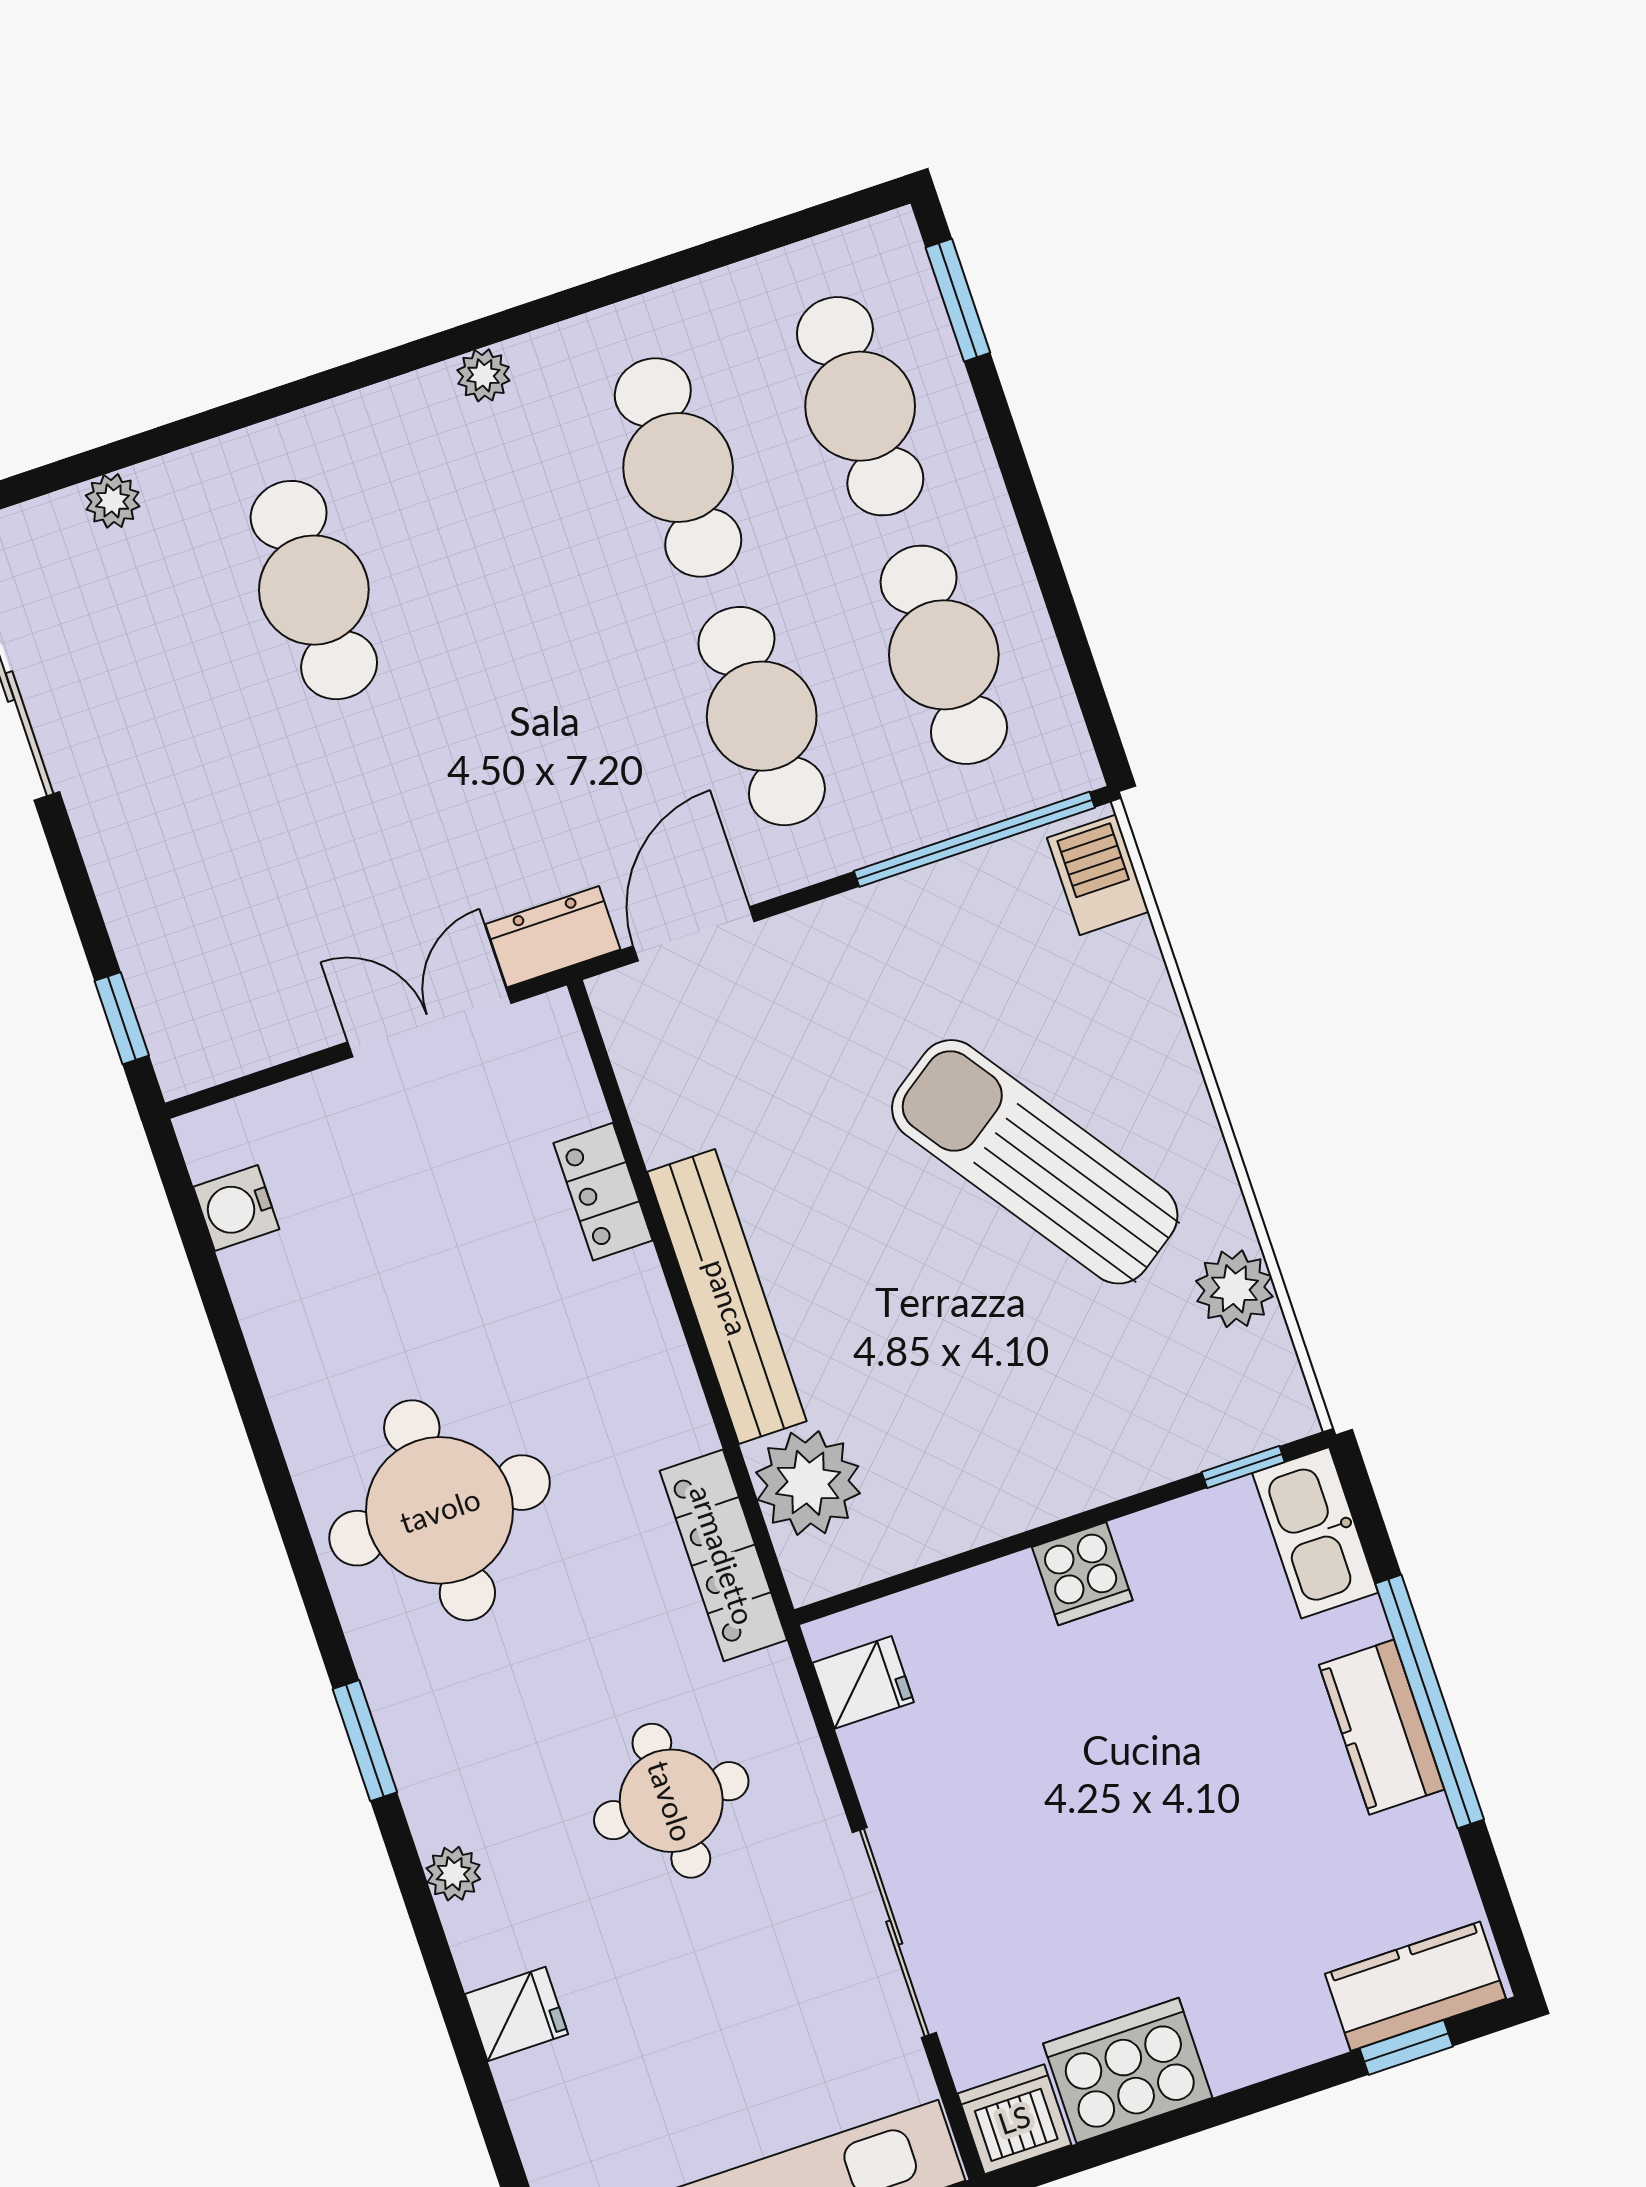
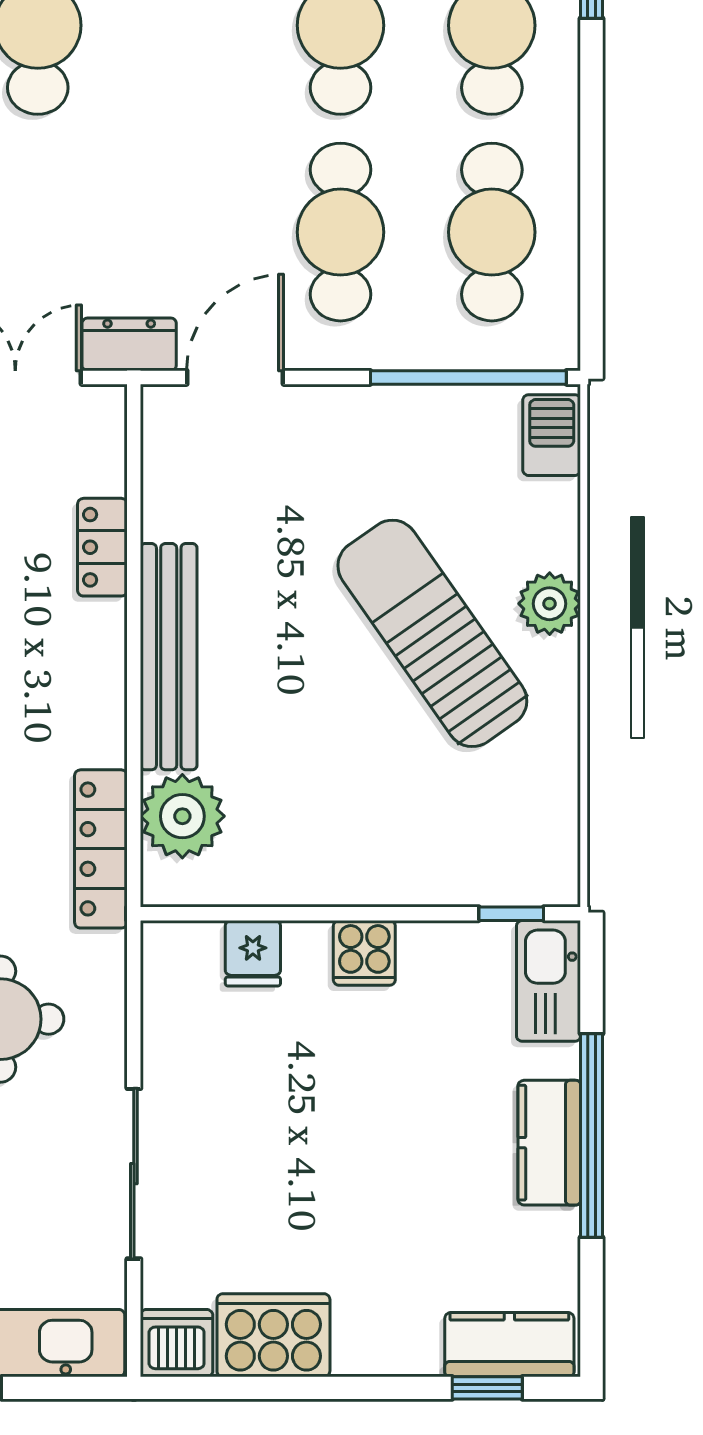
plant: (1234, 1289) -> (550, 604), moved
fridge: (863, 1682) -> (253, 953), moved, turned 90

